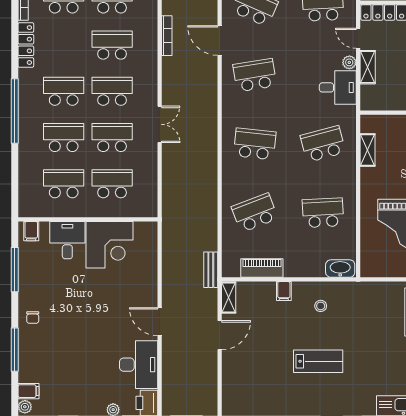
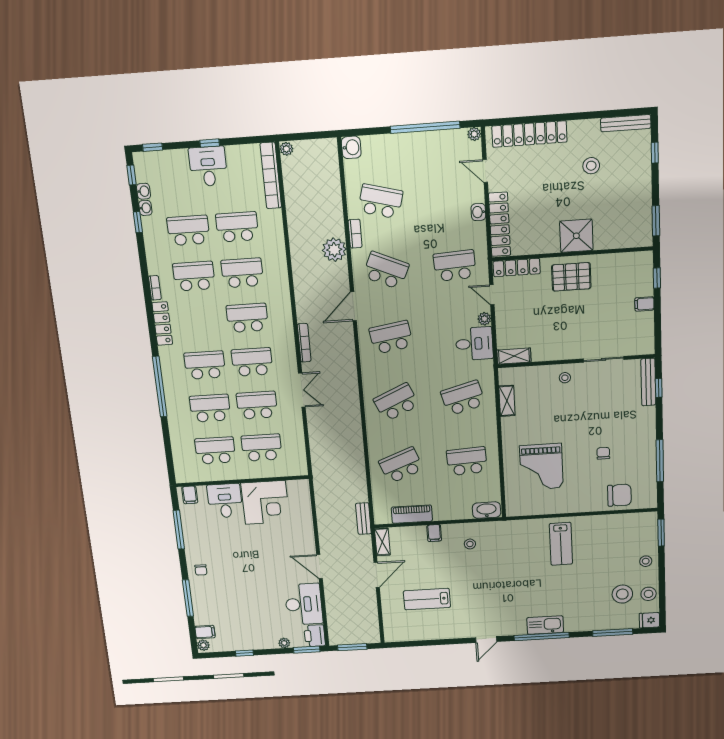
bookcase: (167, 36) -> (304, 343), moved
door: (220, 41) -> (353, 306), hinge flipped
shelving: (368, 67) -> (514, 356), moved, turned 90
school desk: (255, 144) -> (396, 402), turned -30
lab bench: (318, 361) -> (427, 599), moved, turned 180

